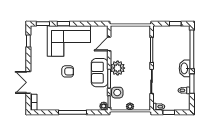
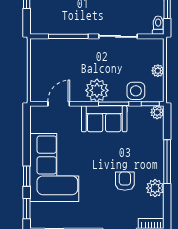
door: (109, 44) -> (59, 104), swing flipped
armchair: (68, 71) -> (125, 181), moved
plant: (56, 105) -> (155, 188), added

